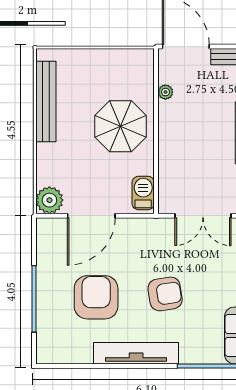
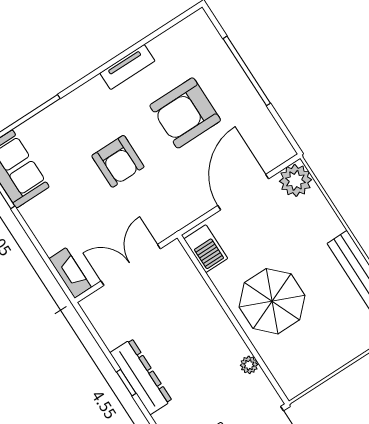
armchair: (165, 294) -> (118, 161), turned -81
armchair: (96, 297) -> (185, 113), turned 90
tv unit: (136, 353) -> (127, 67), width x0.52, depth x0.78

